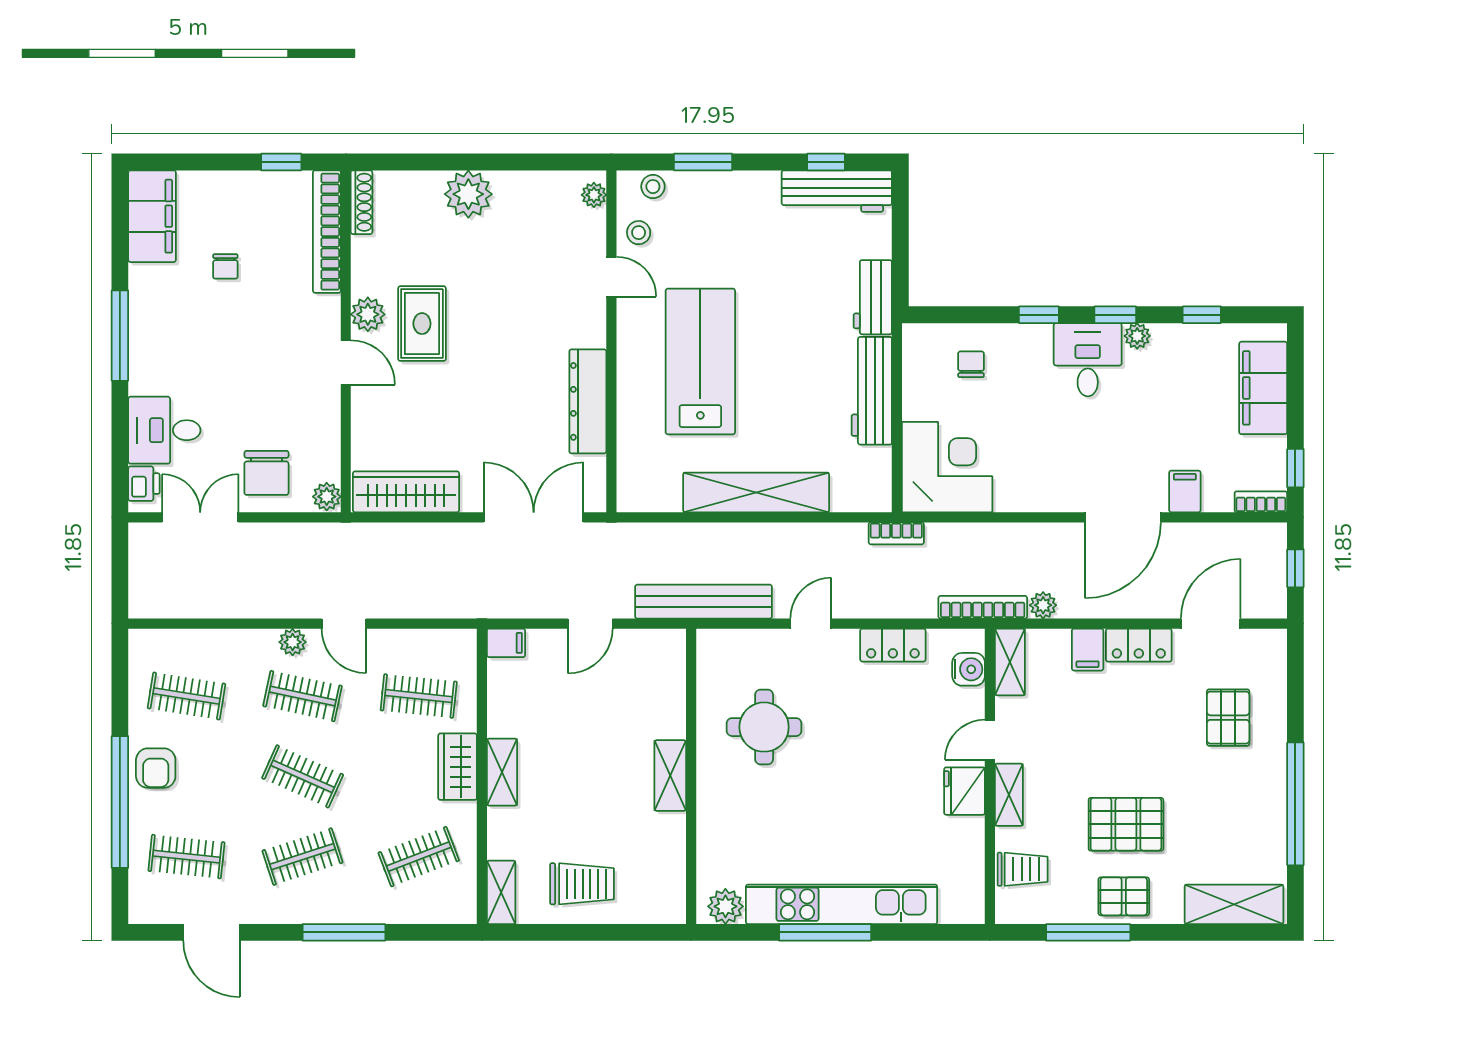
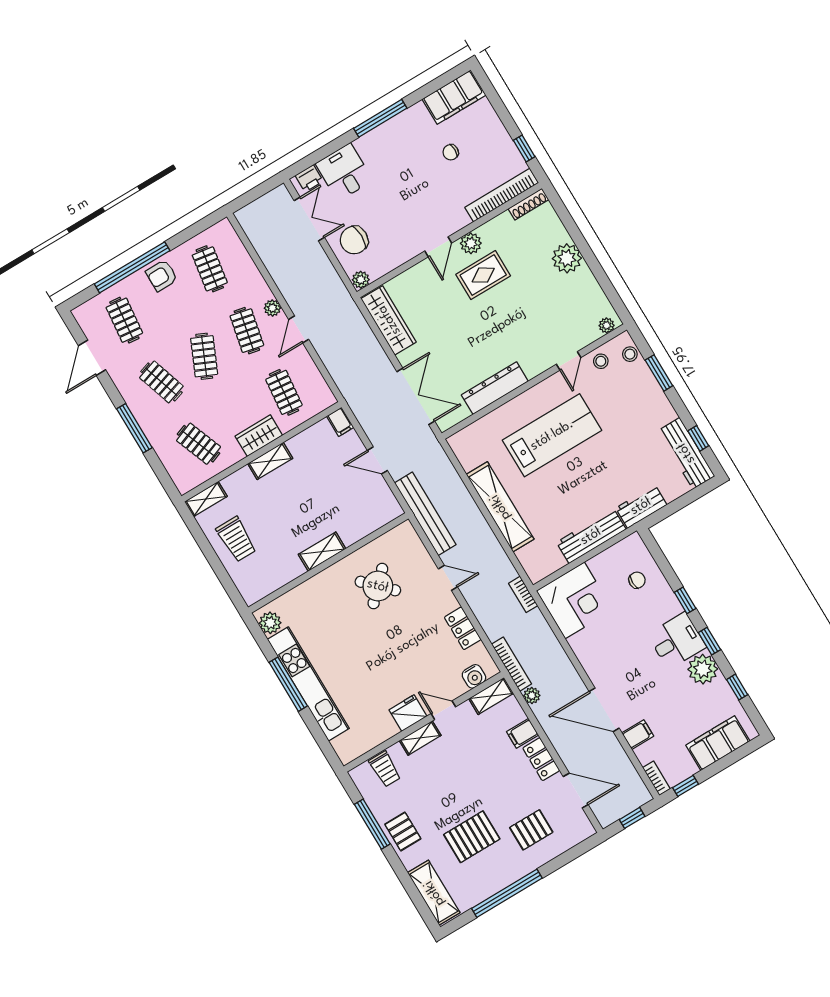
plant: (1137, 336) -> (703, 669), width x1.88, depth x1.88
round table: (764, 727) -> (378, 586), turned 45
pallet: (1126, 824) -> (472, 837), moved, turned 90

